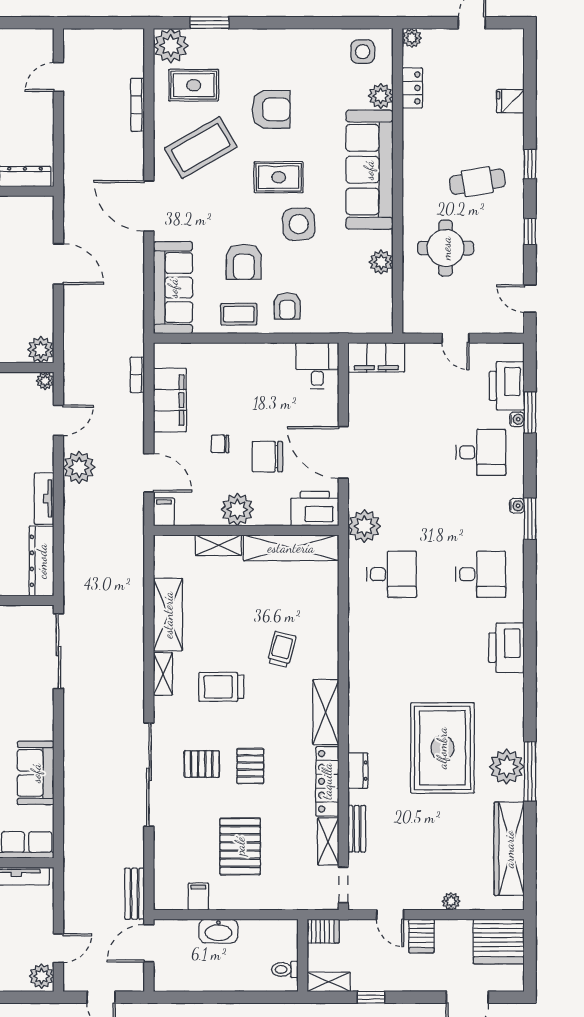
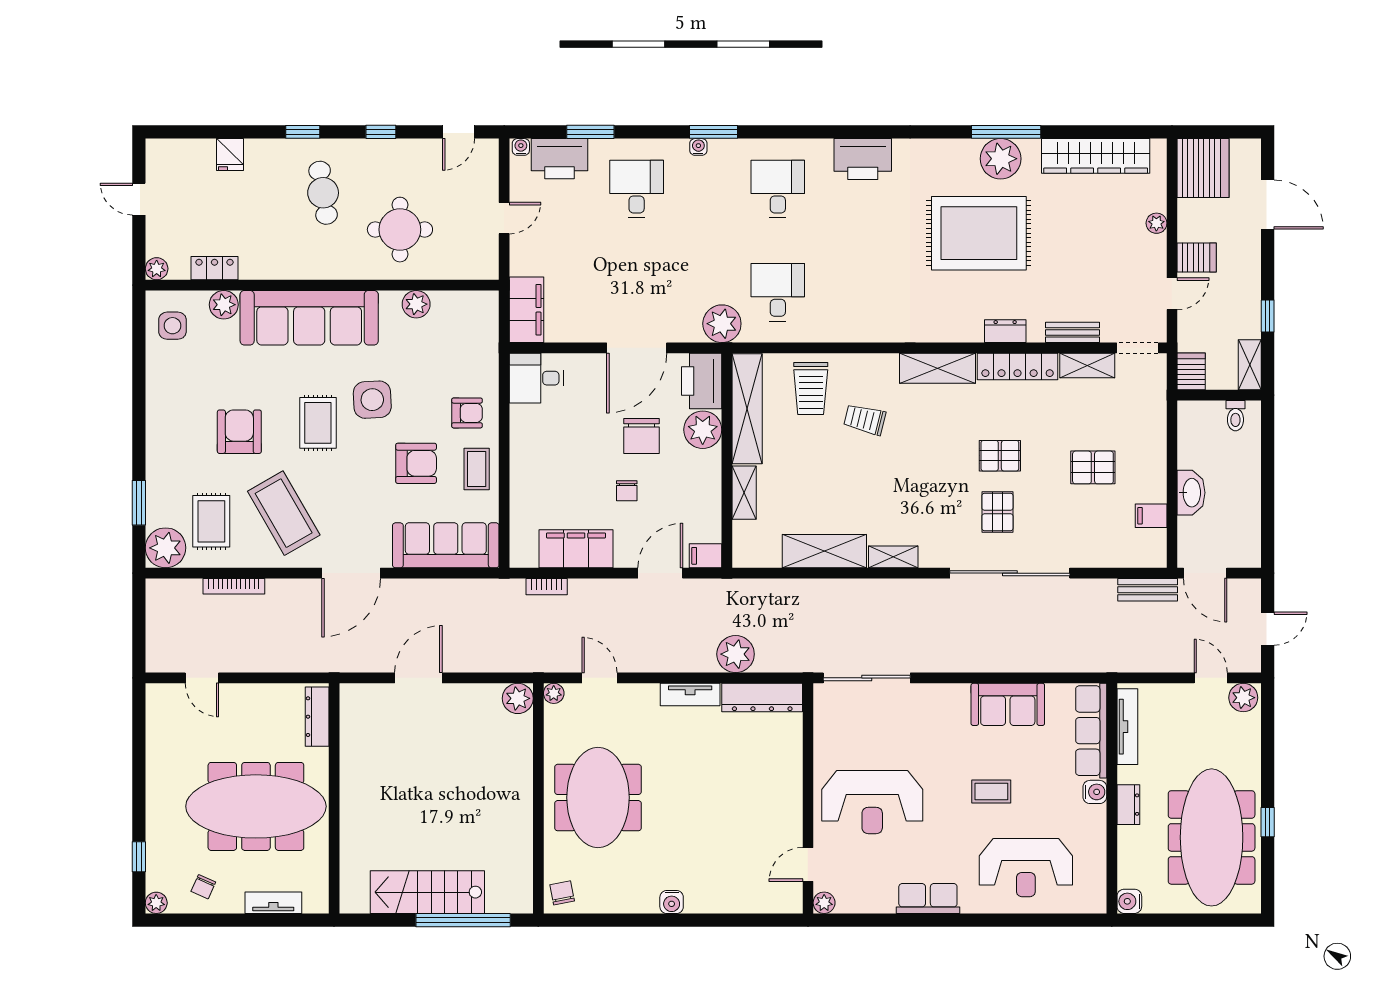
water cooler: (517, 419) -> (521, 147), moved
plant: (79, 467) -> (736, 654), moved
plant: (237, 509) -> (703, 430), moved
trolley: (221, 687) -> (811, 388), moved
pallet: (240, 846) -> (1093, 467), width x0.67, depth x0.71

